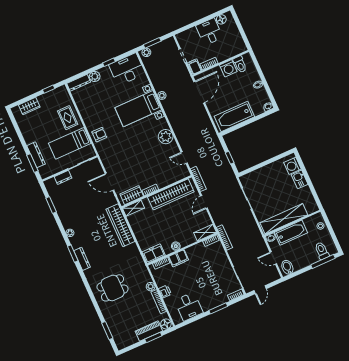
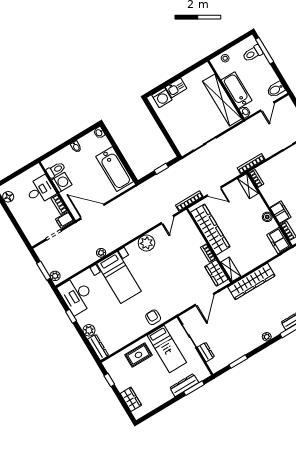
desk: (209, 32) -> (40, 190), moved, turned 180

